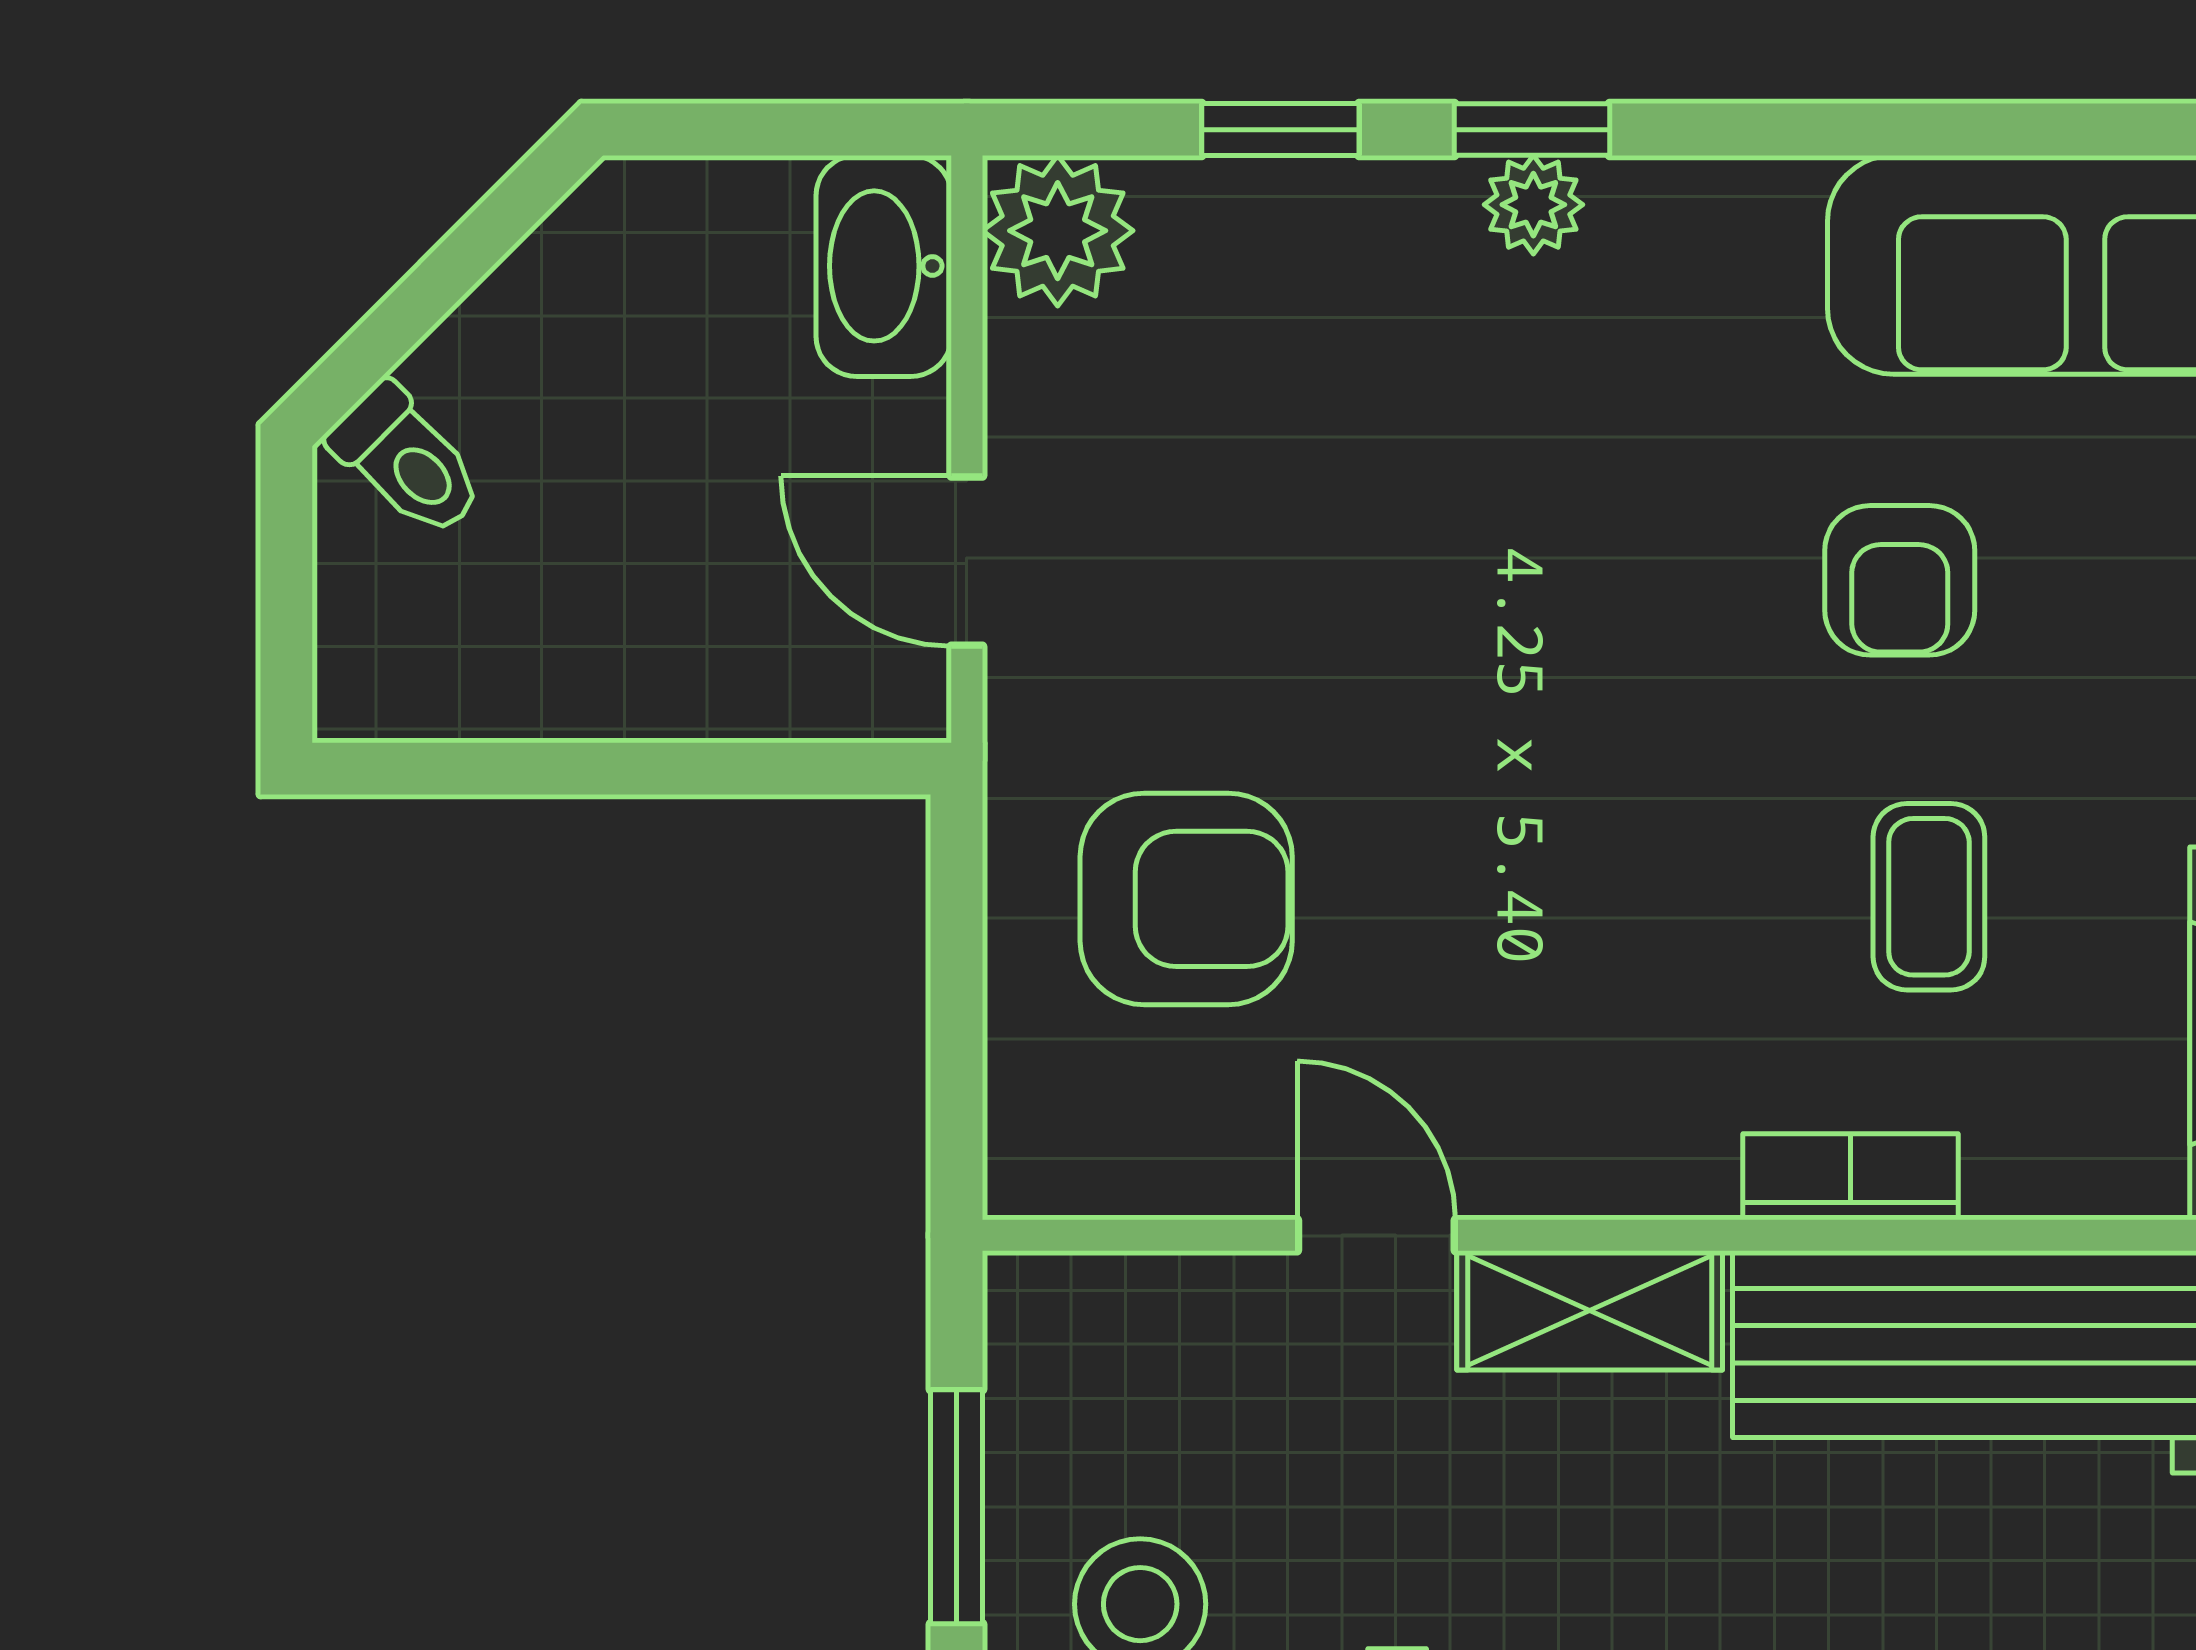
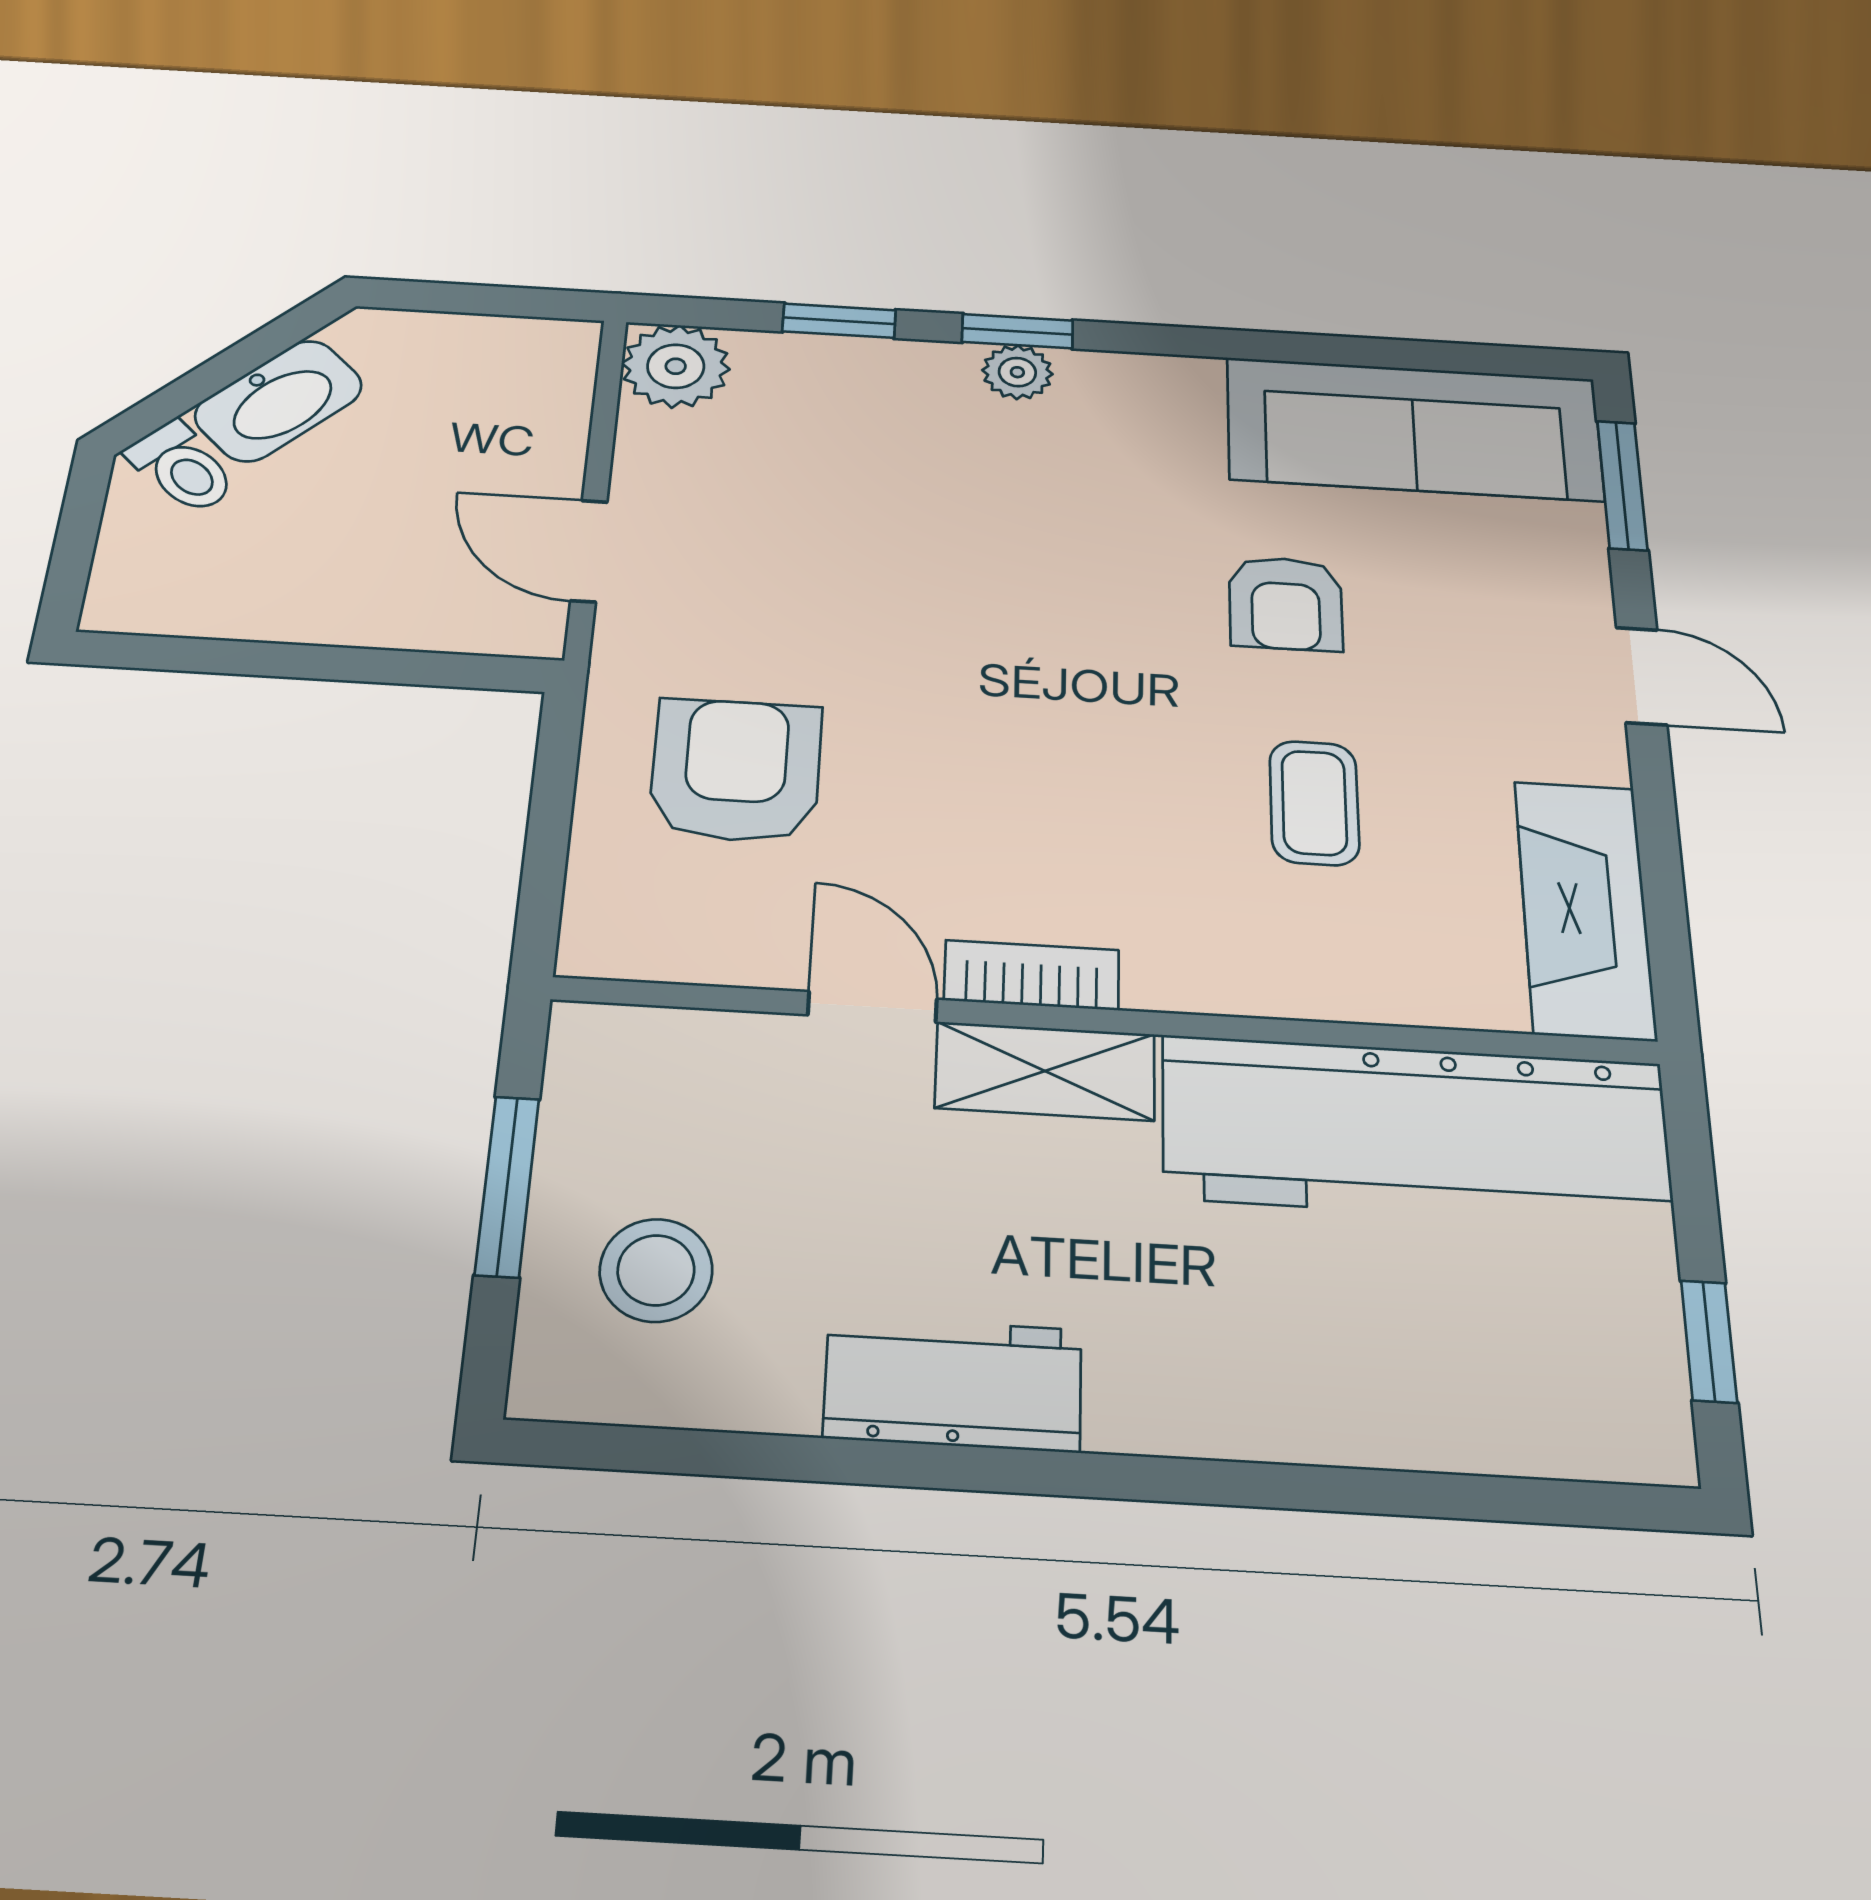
washbasin: (884, 266) -> (278, 401), moved, turned -135
armchair: (1186, 899) -> (736, 770), turned -90
bookcase: (1850, 1177) -> (1032, 975), moved

